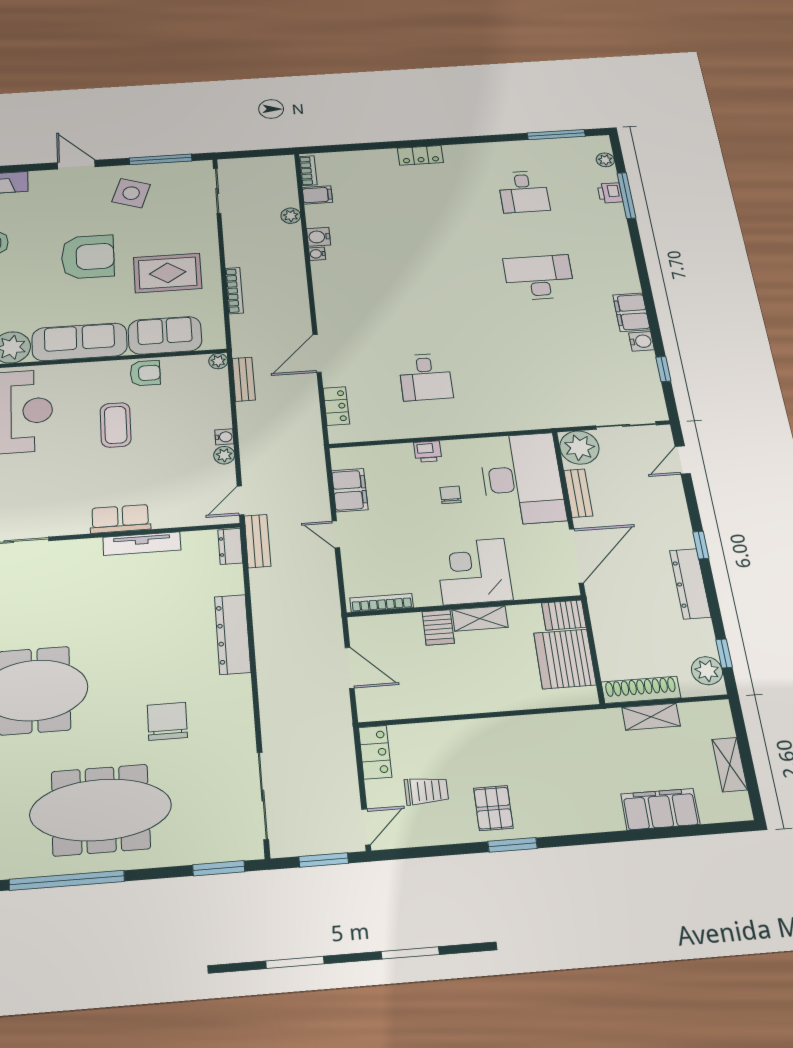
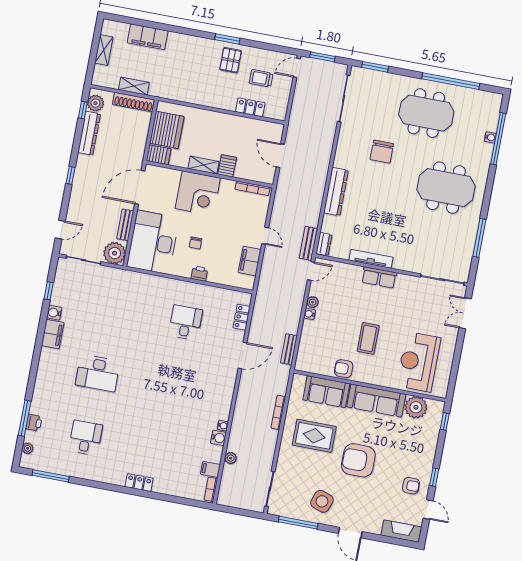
plant: (218, 361) -> (300, 366), removed
dresser: (690, 584) -> (89, 133), moved
locker: (375, 752) -> (250, 107), moved, turned 90
meeting table: (101, 810) -> (426, 113), width x0.73

